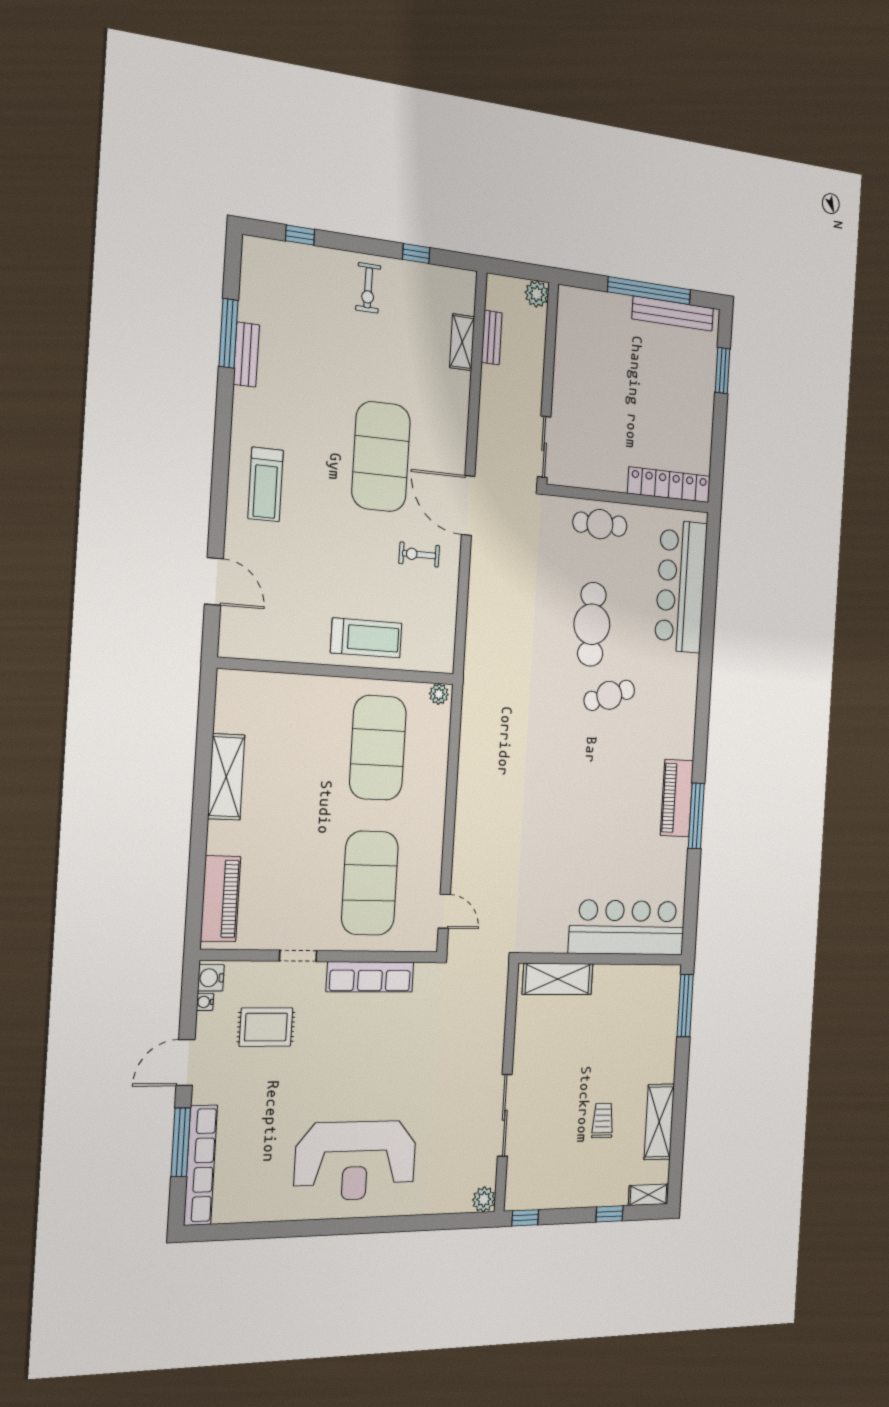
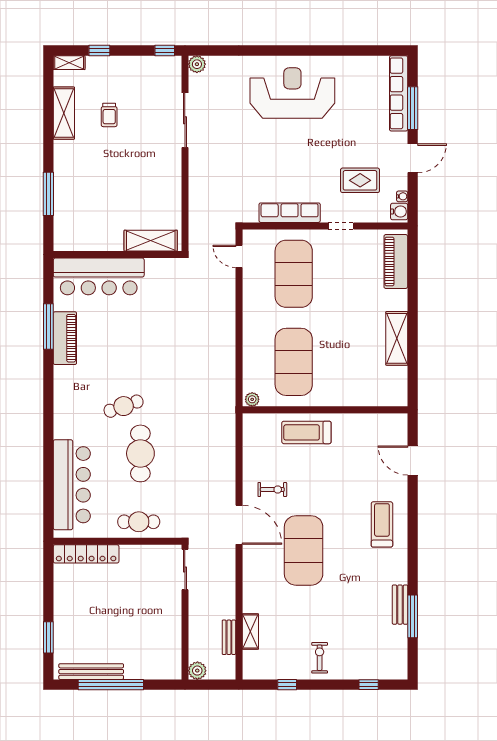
bar counter: (627, 927) -> (99, 276), moved
wall: (602, 959) -> (117, 255), moved
shelving: (558, 979) -> (151, 241), moved

